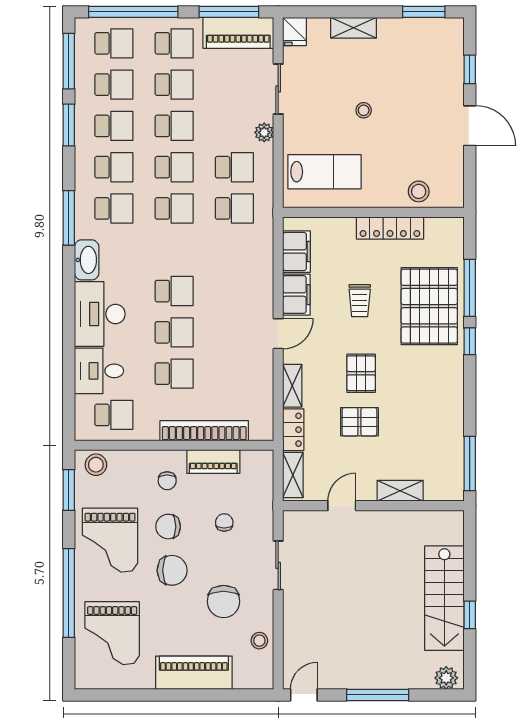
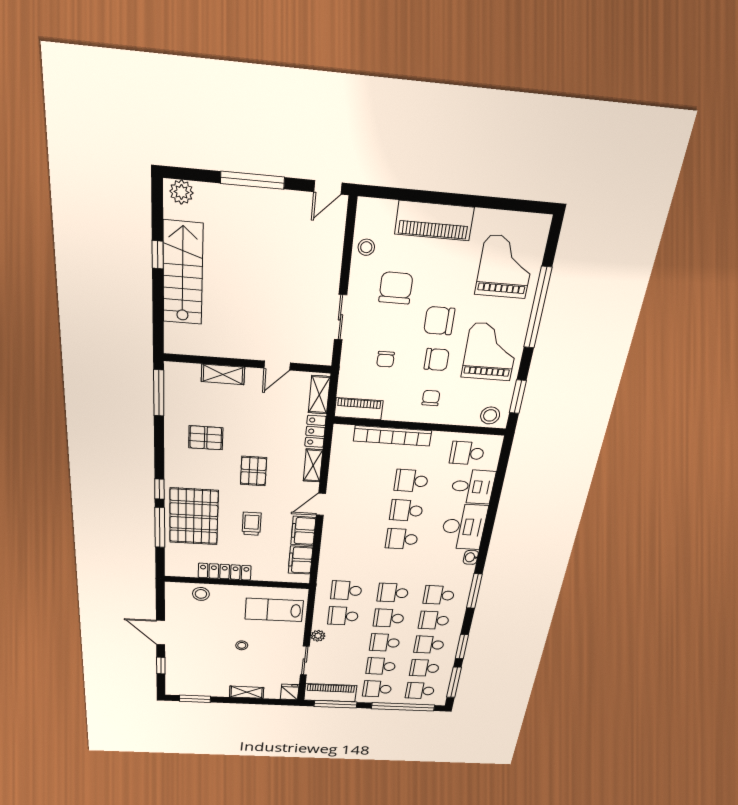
washbasin: (87, 260) -> (471, 557), width x0.52, depth x0.69
pallet: (359, 422) -> (206, 438), moved
piano: (213, 462) -> (359, 409), moved

